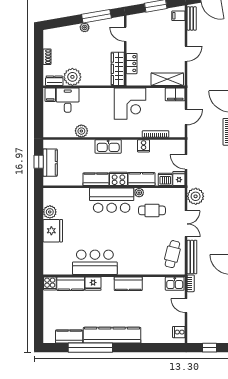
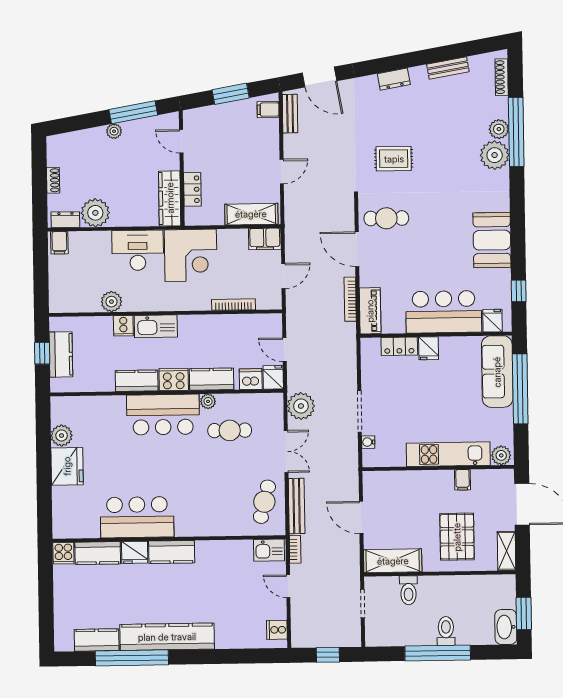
desk: (68, 100) -> (138, 250), moved, width x1.37
cooker: (144, 146) -> (123, 326), moved
kitchen counter: (128, 284) -> (172, 552), moved

